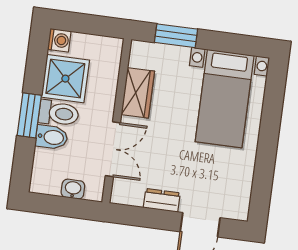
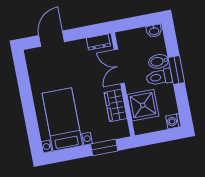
shower: (65, 79) -> (143, 105), moved
washbasin: (73, 189) -> (154, 31), moved
dresser: (162, 200) -> (98, 42), moved

